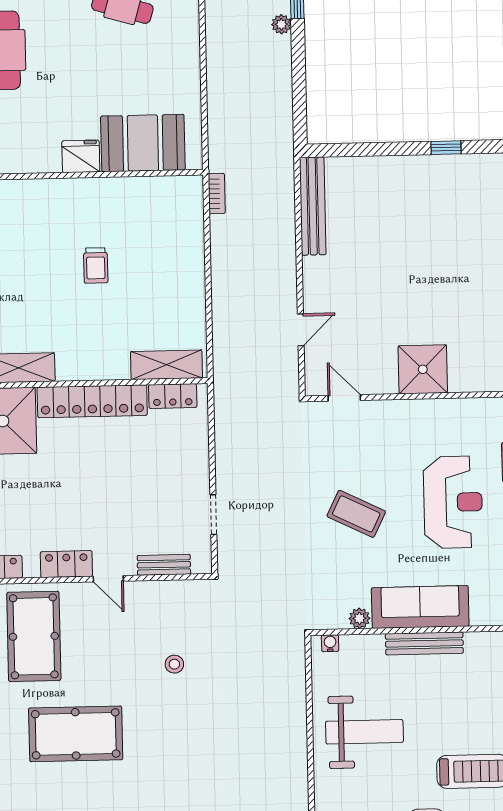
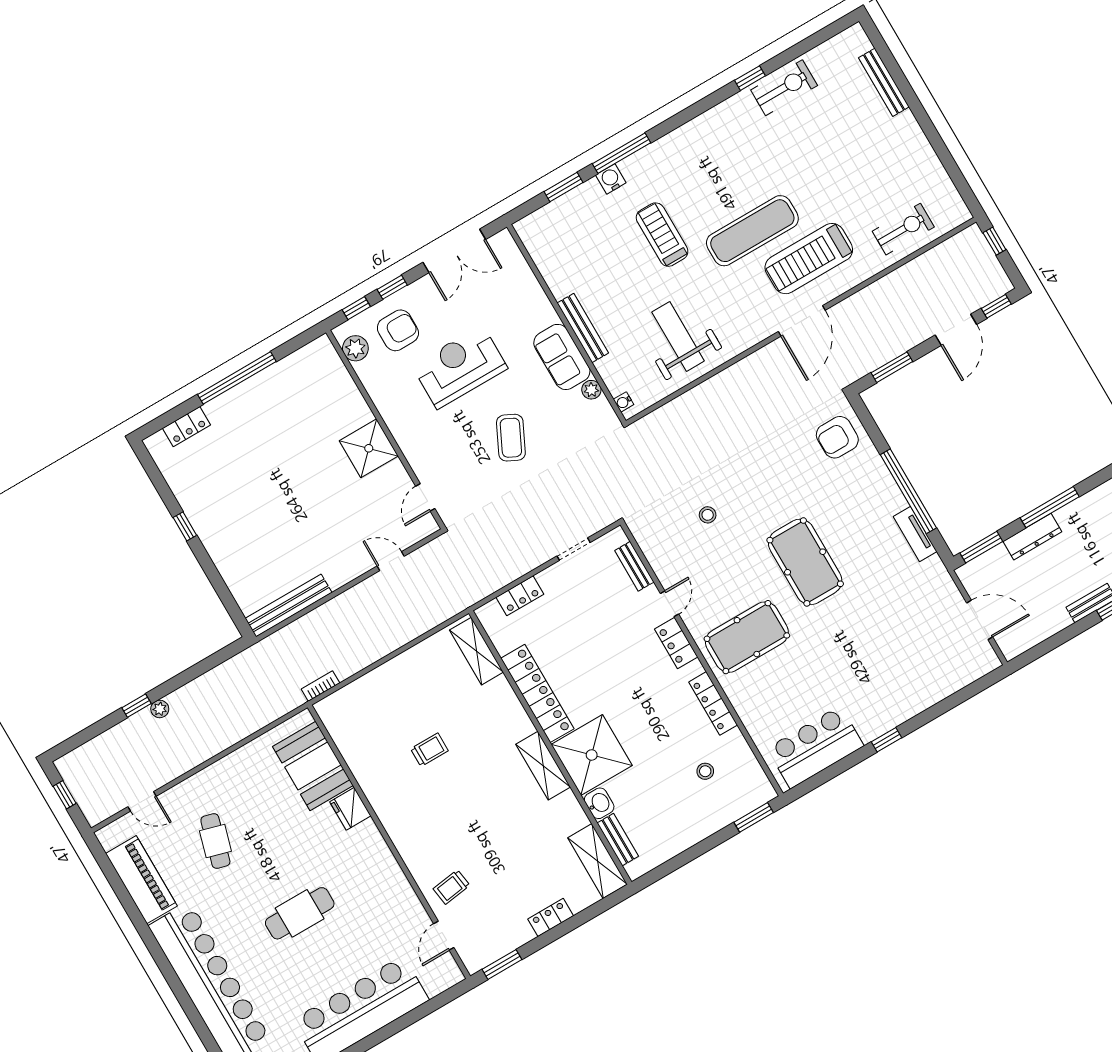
locker: (173, 396) -> (520, 596), moved, turned 90
sofa: (420, 607) -> (562, 357), width x0.73

